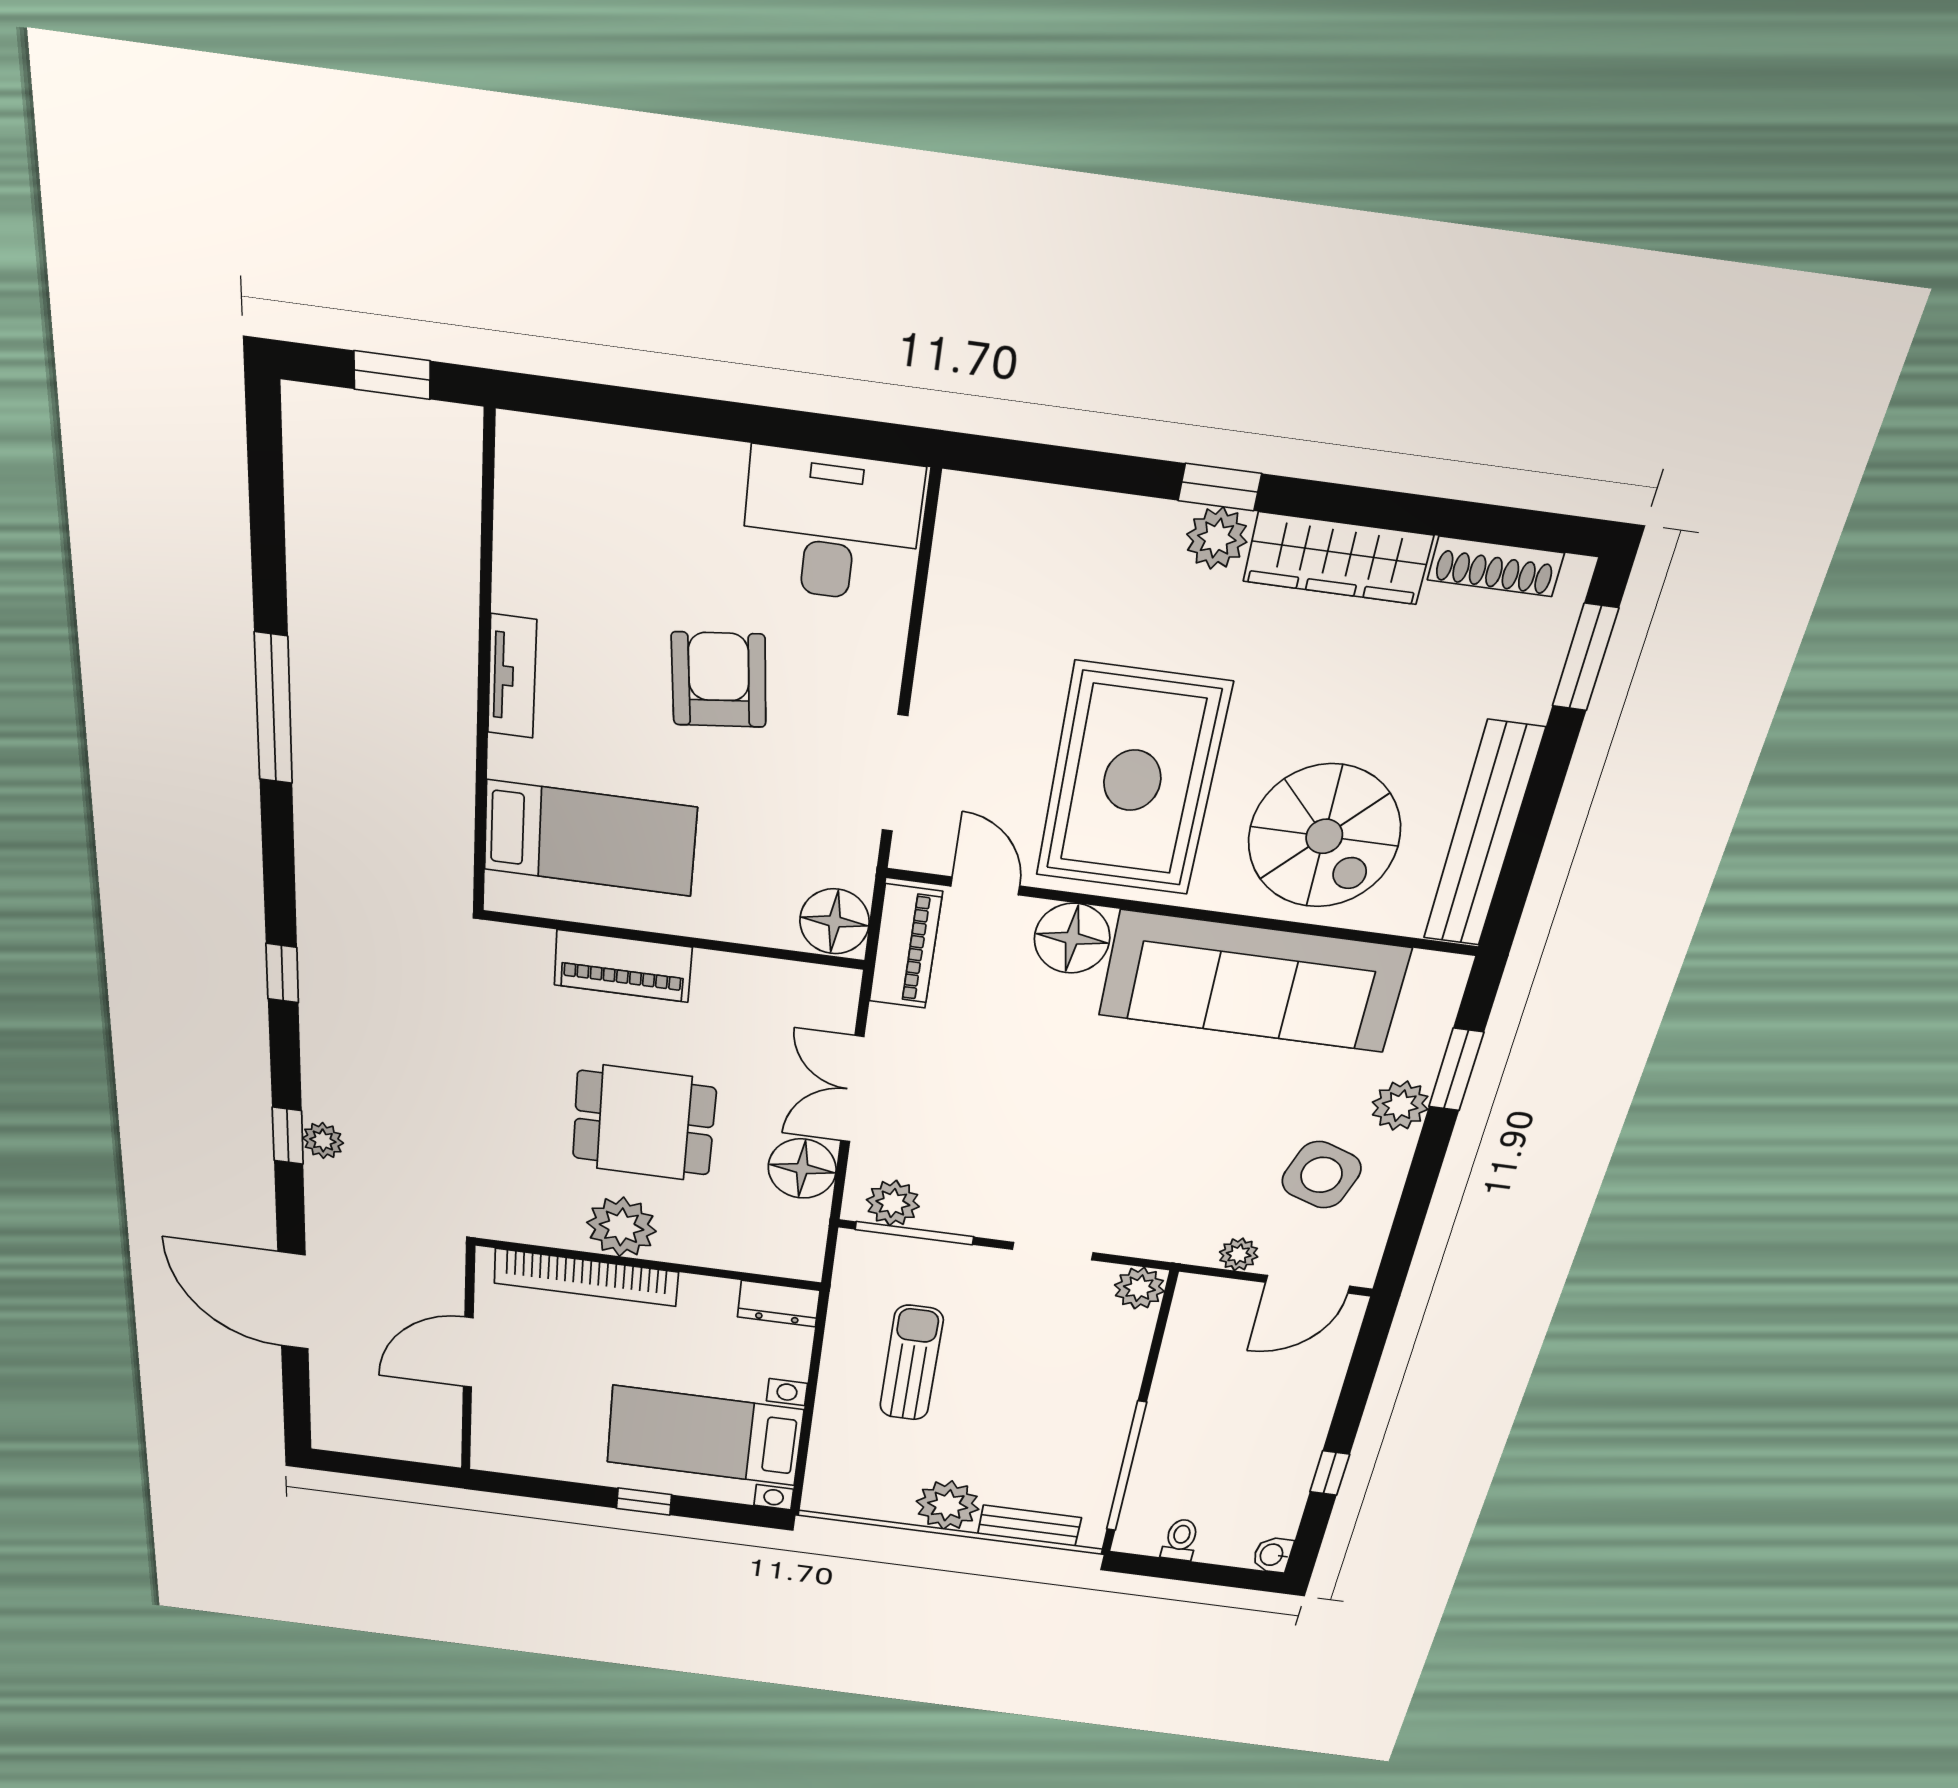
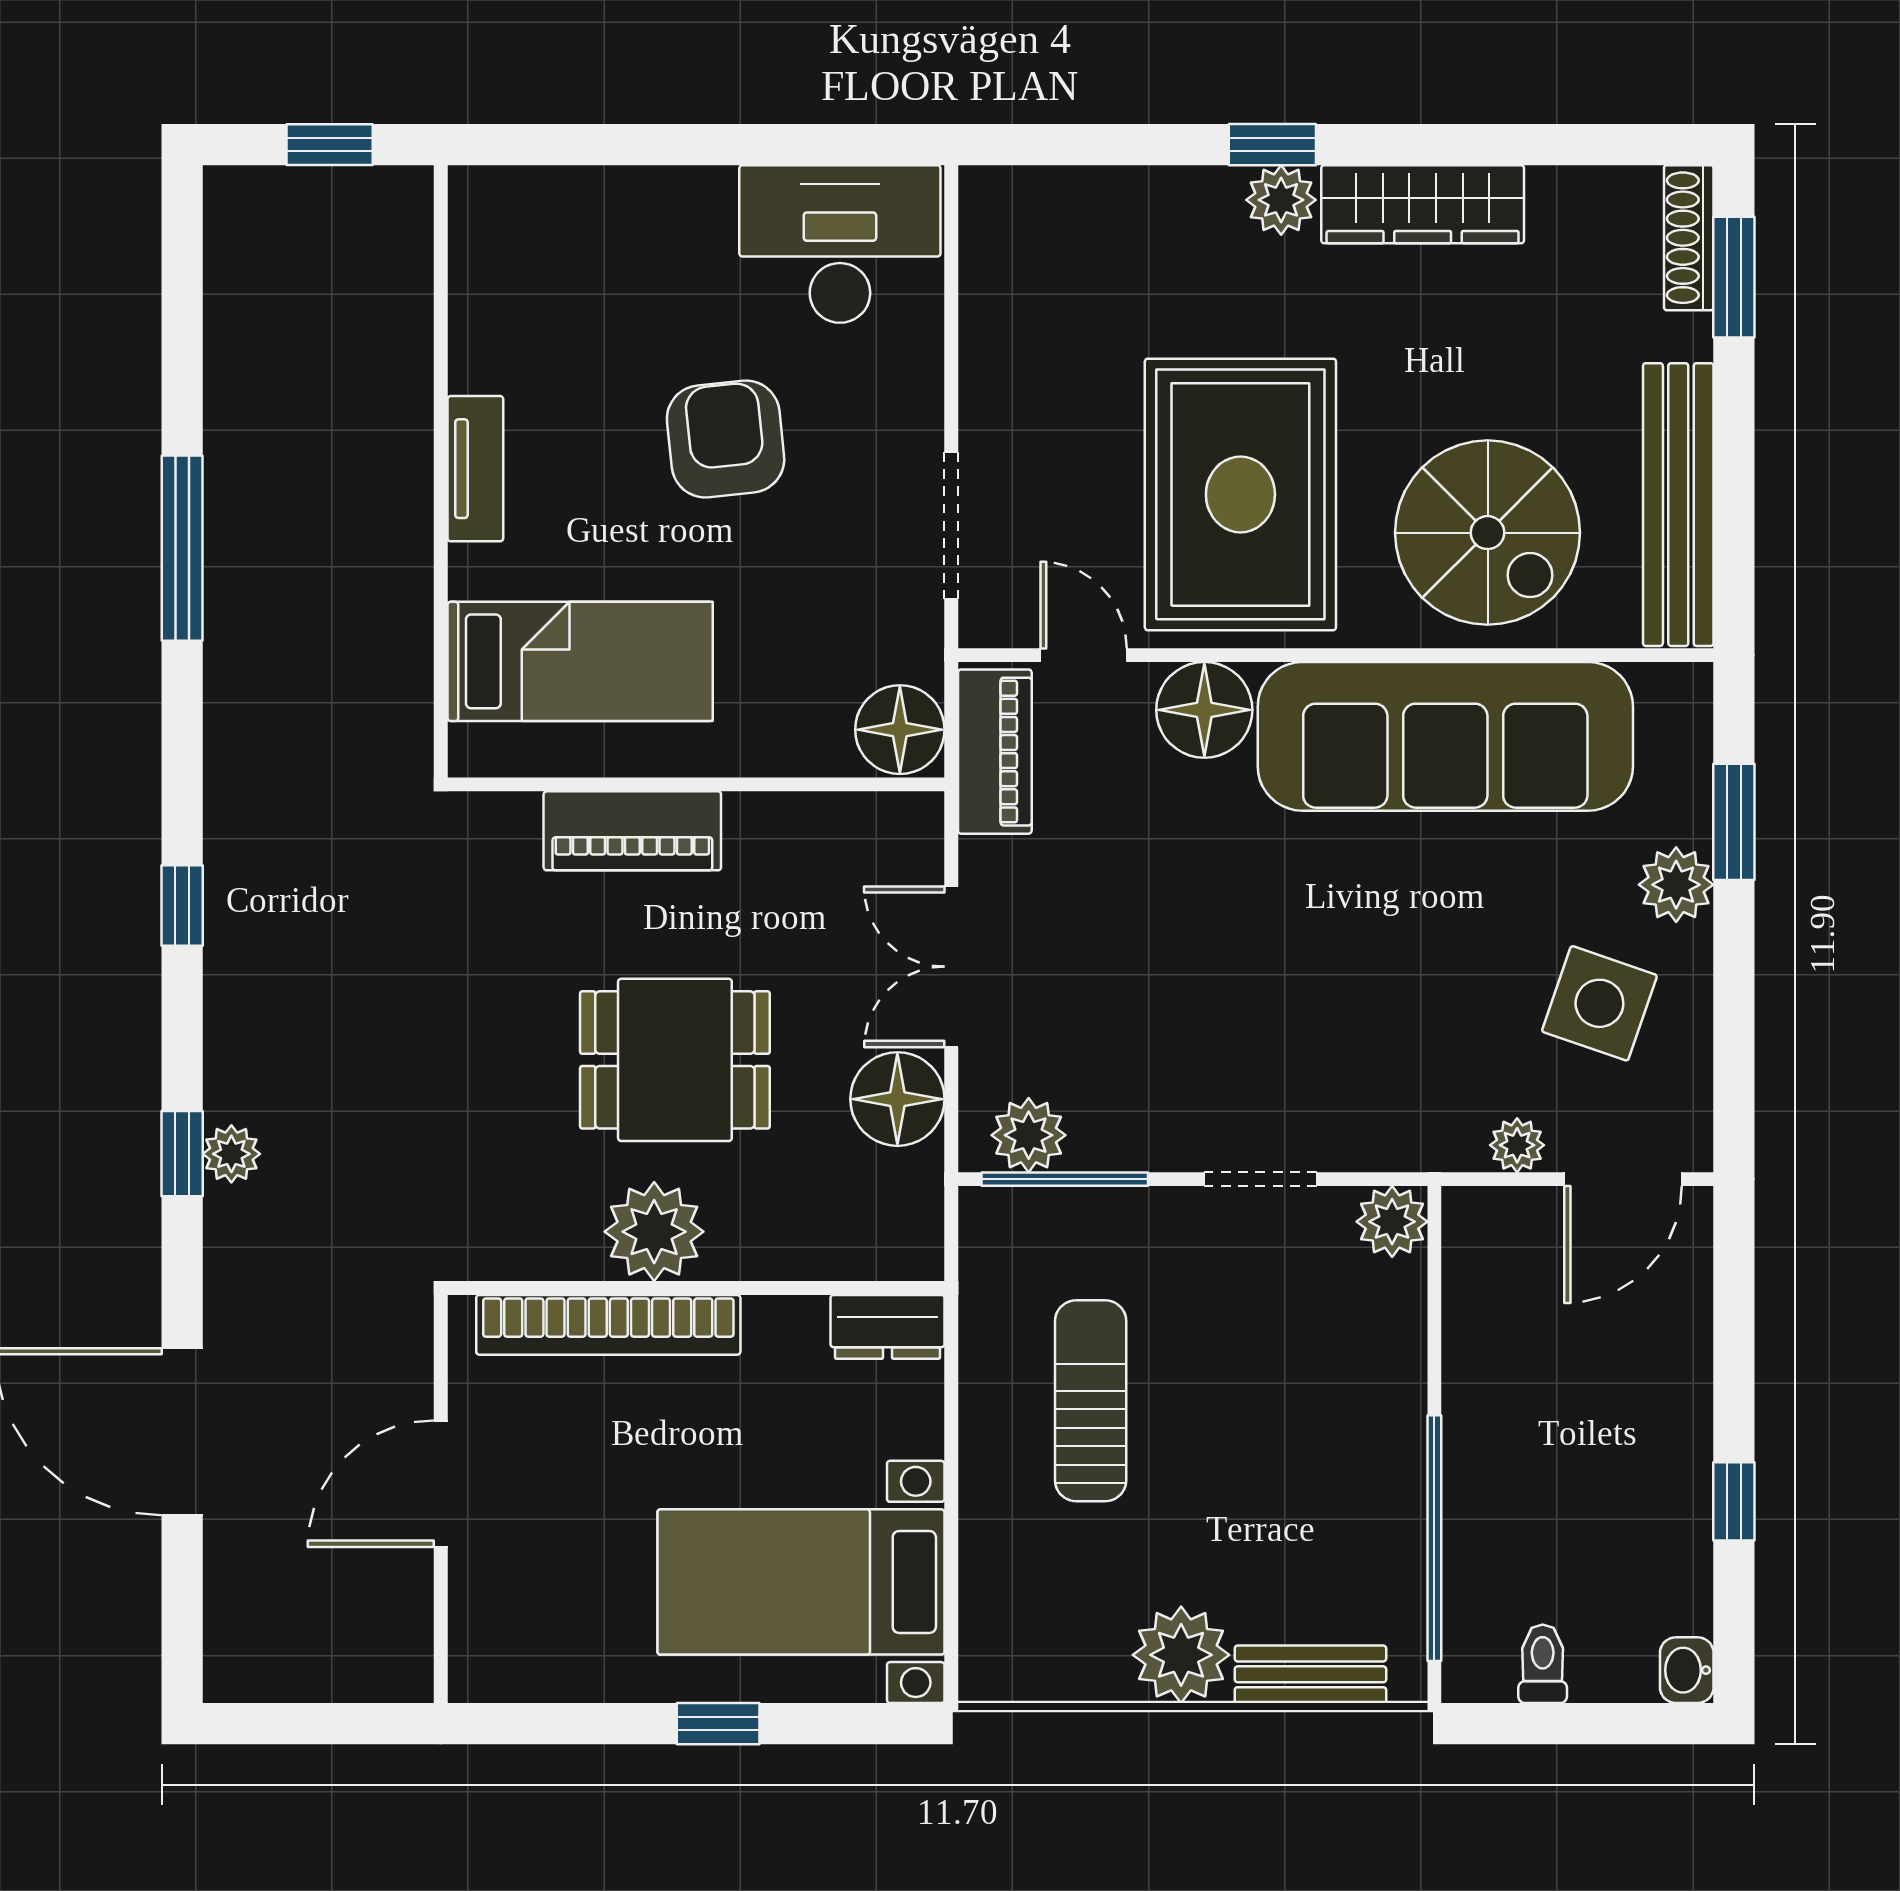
shoe rack: (1496, 566) -> (1689, 238), moved, turned 90

